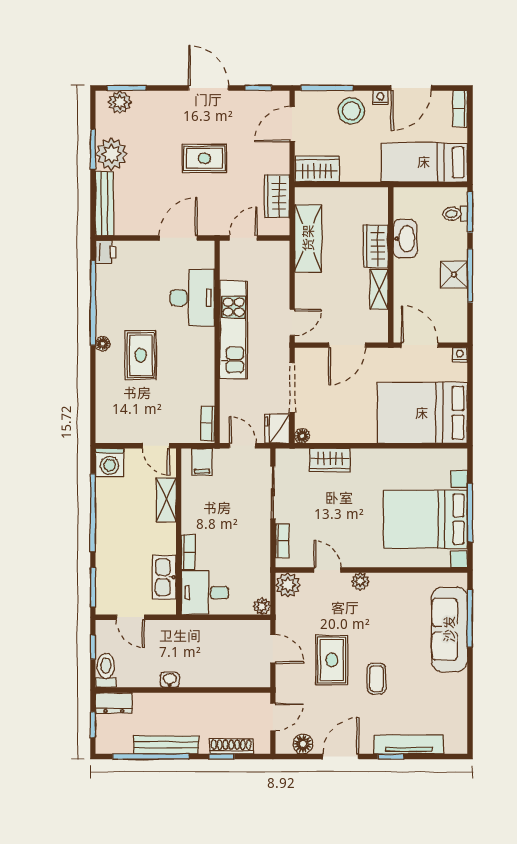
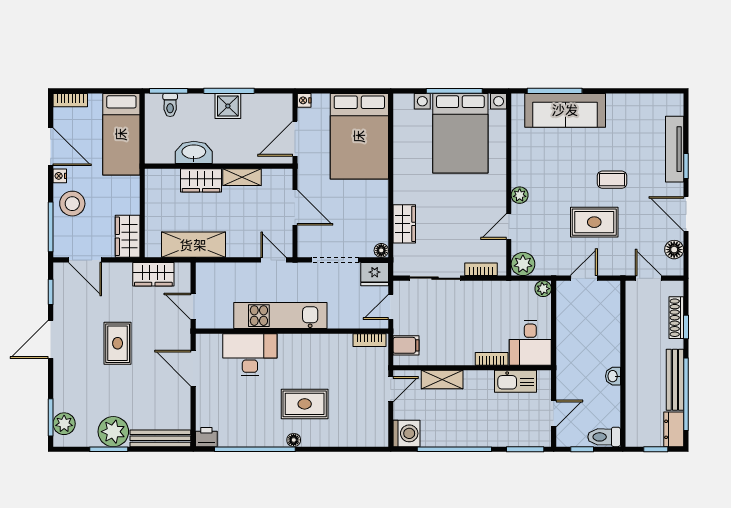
dresser: (114, 703) -> (674, 429), moved, turned 180

